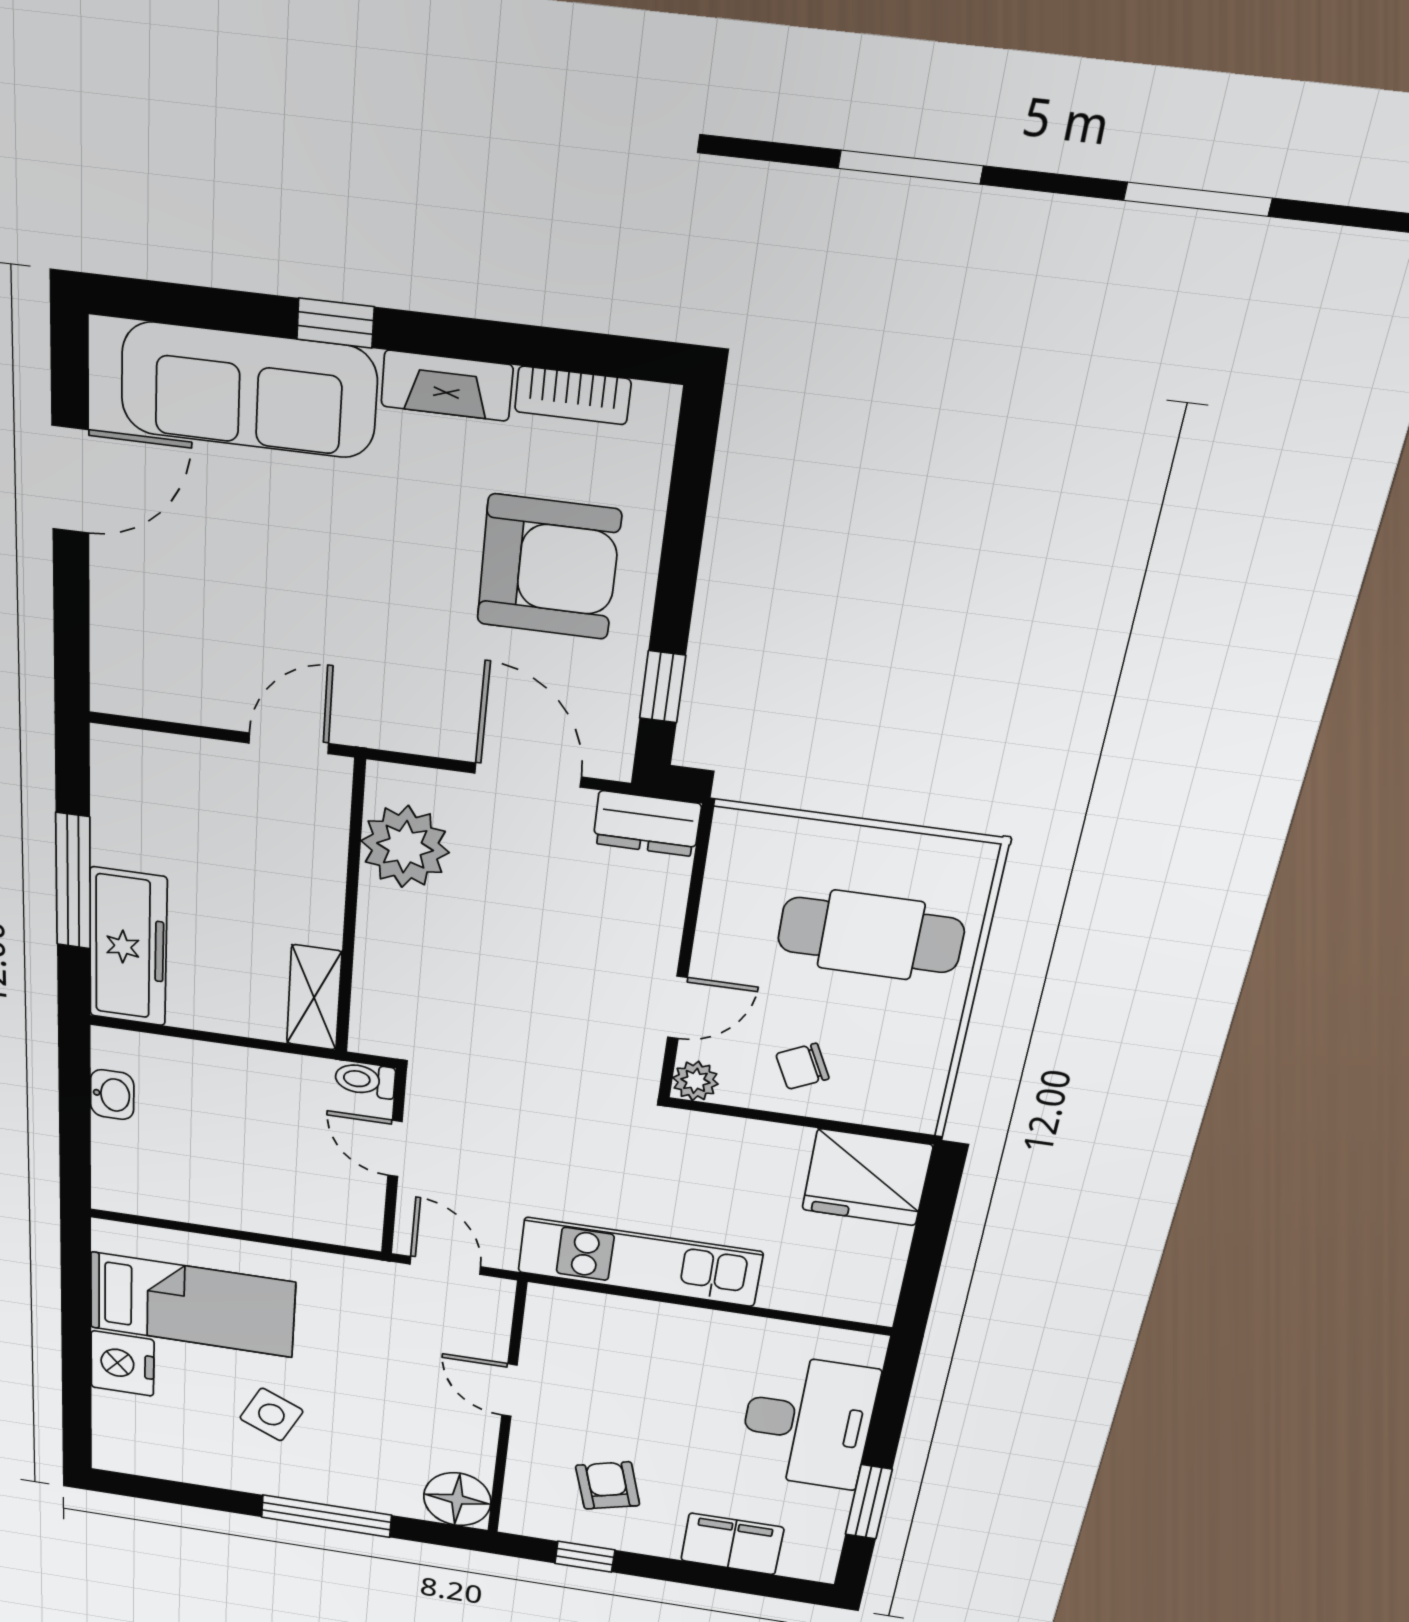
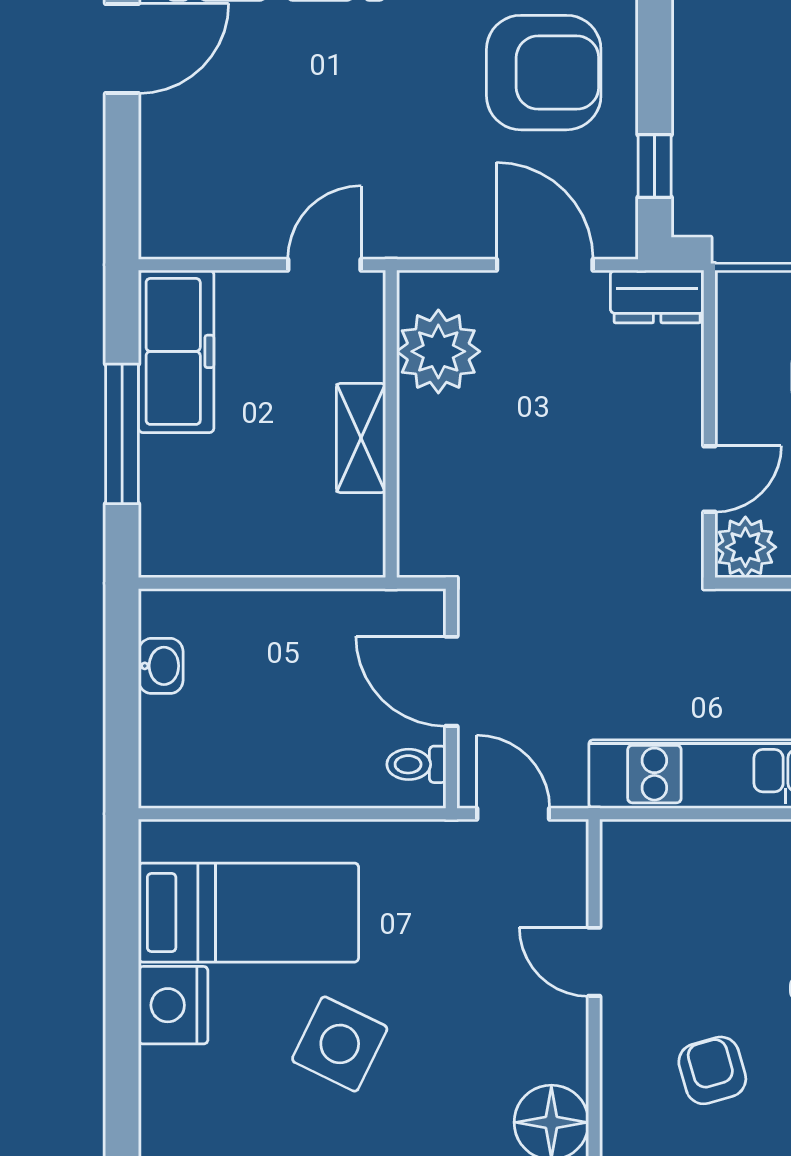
freezer: (128, 947) -> (176, 351), moved
shelving: (314, 998) -> (361, 438), moved
toilet: (365, 1080) -> (416, 764), moved
plant: (695, 1081) -> (745, 547), width x1.38, depth x1.38
door: (395, 1148) -> (451, 681), width x1.38
side table: (271, 1415) -> (340, 1044), width x1.37, depth x1.37

